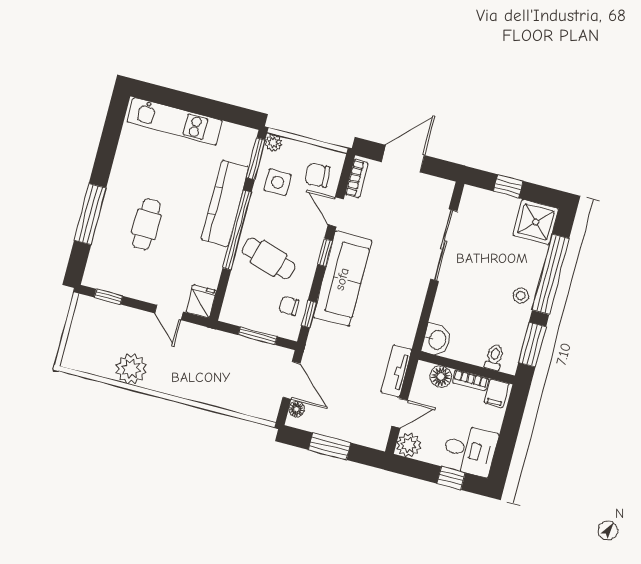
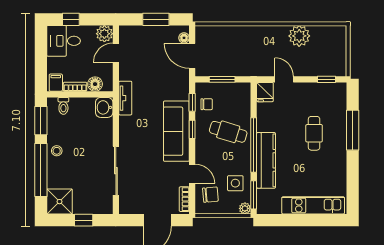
window: (325, 253) -> (192, 129), moved
tv unit: (396, 371) -> (125, 98), moved

